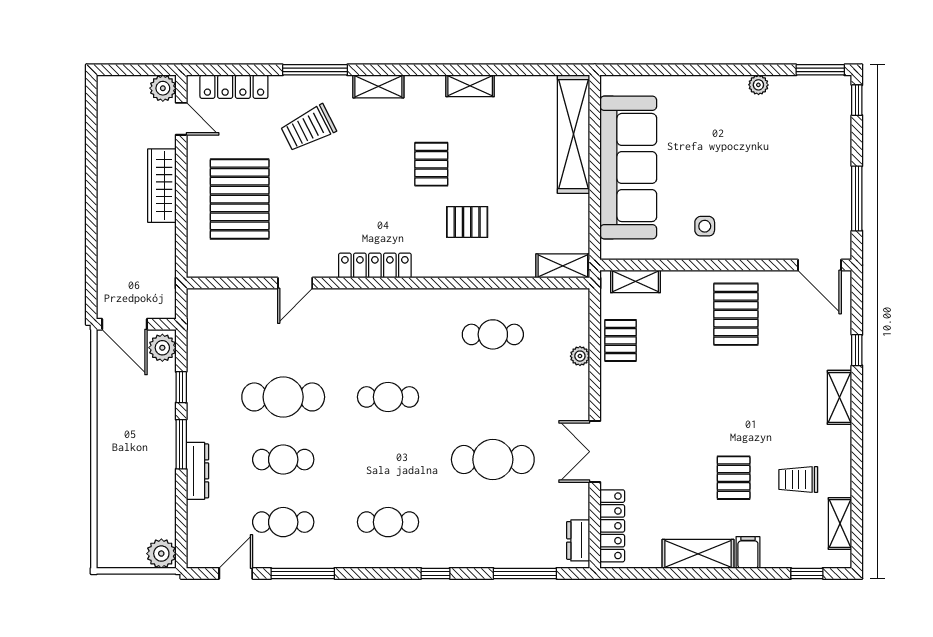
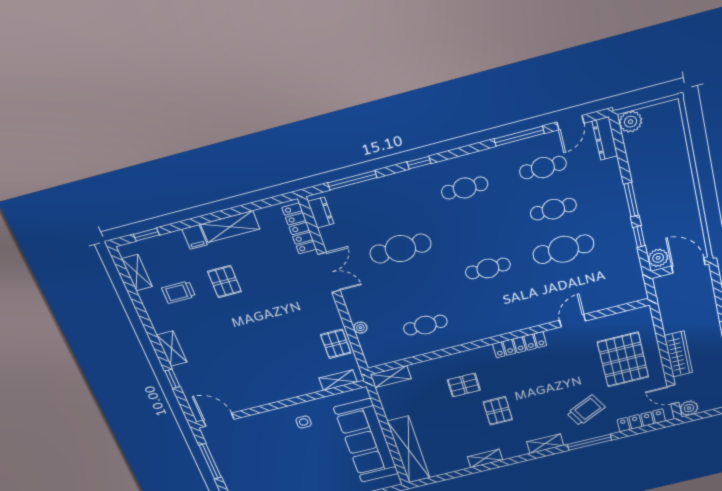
pallet: (736, 314) -> (263, 379), removed
dresser: (197, 471) -> (605, 138), moved
trolley: (798, 480) -> (179, 292), turned 180

